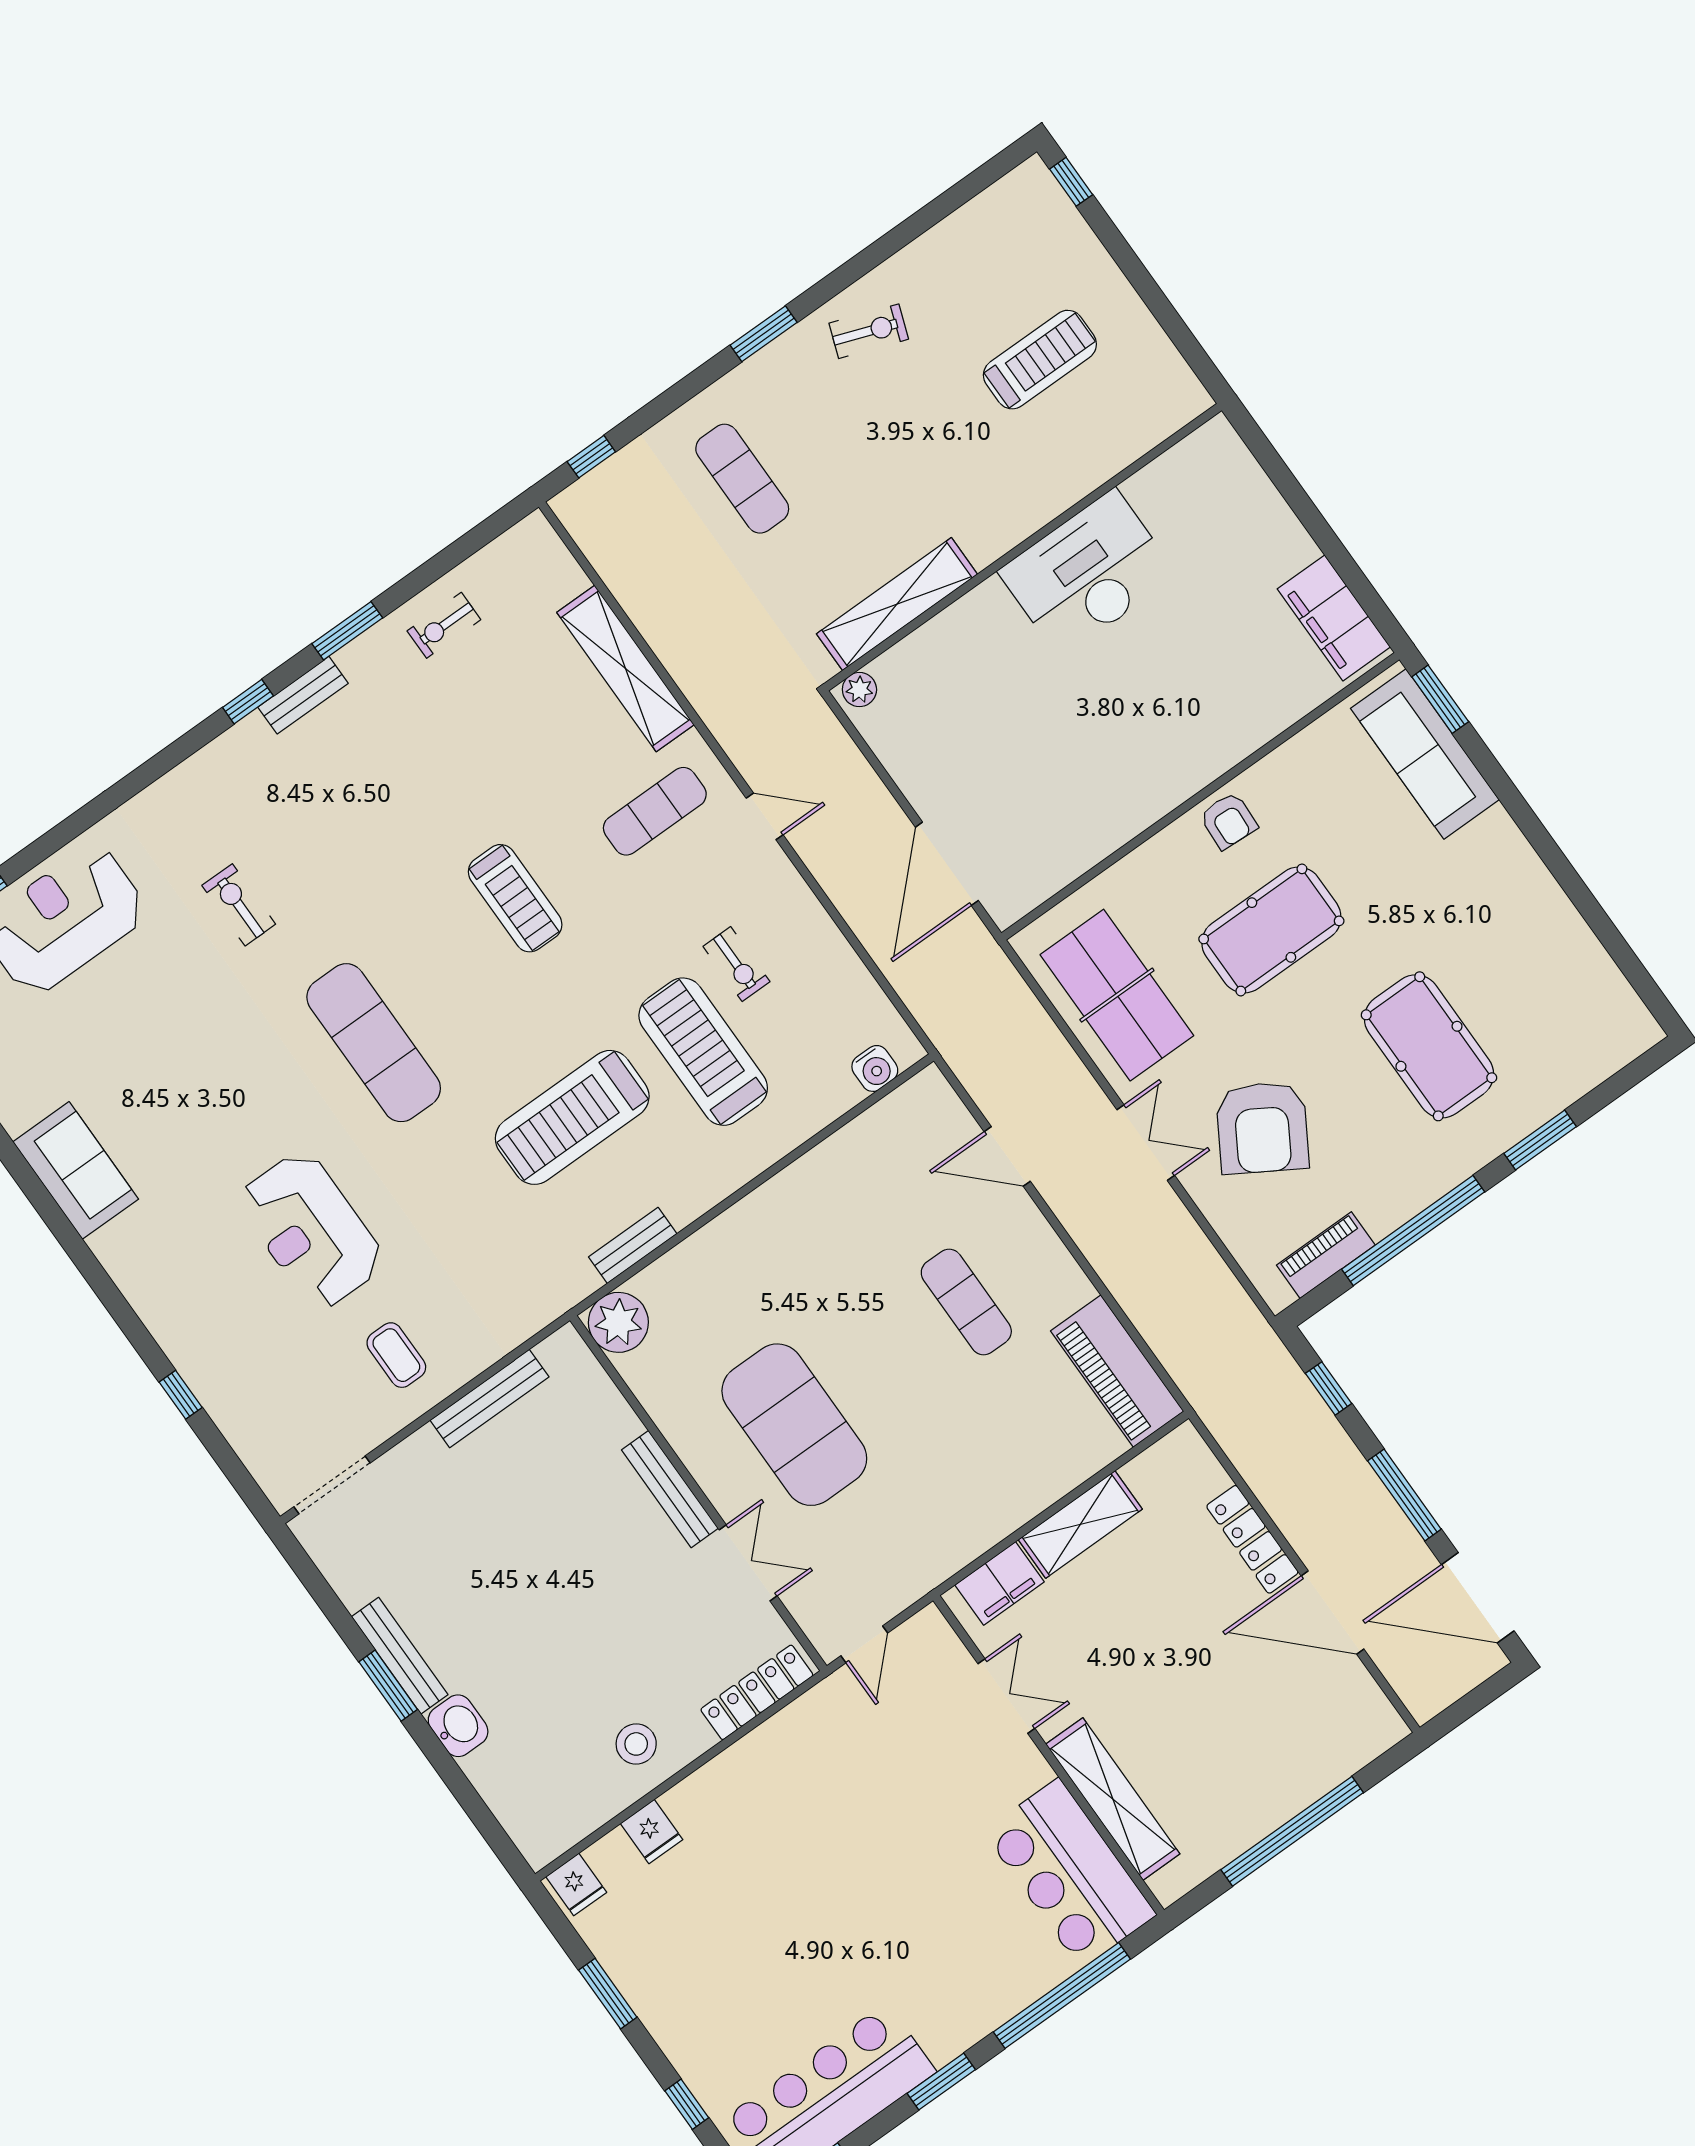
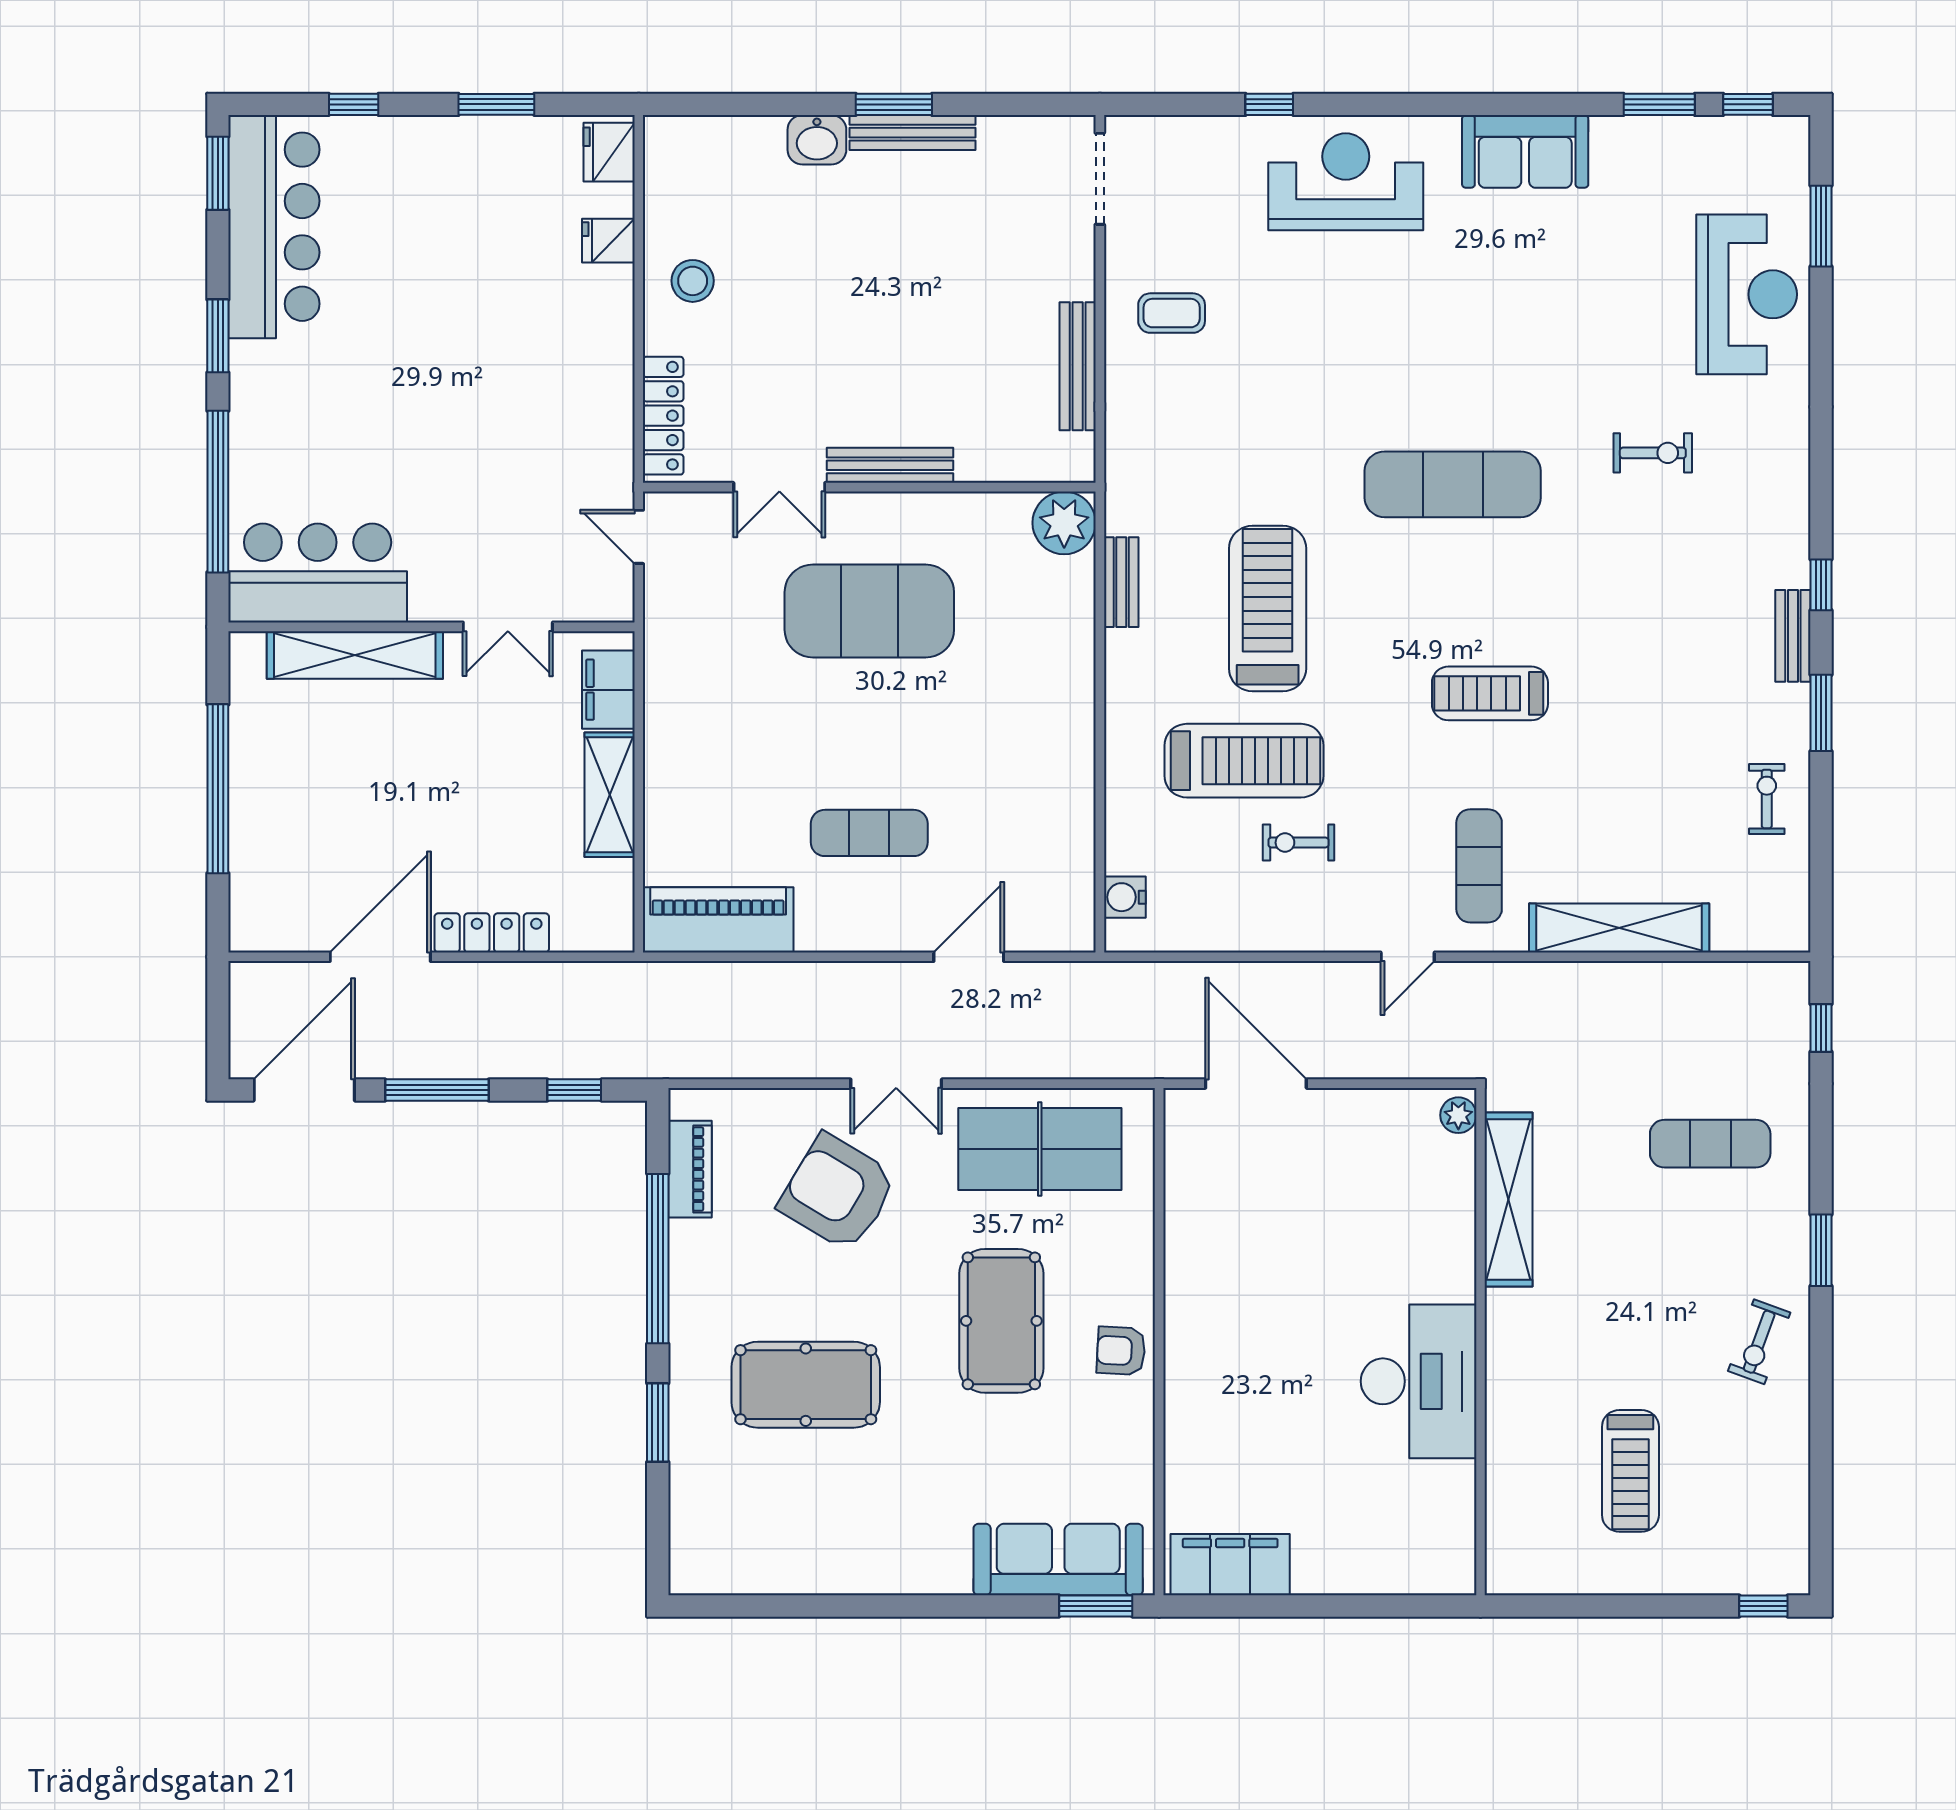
reception desk: (311, 1230) -> (1346, 182), moved
fridge: (576, 1884) -> (609, 152), width x1.38

